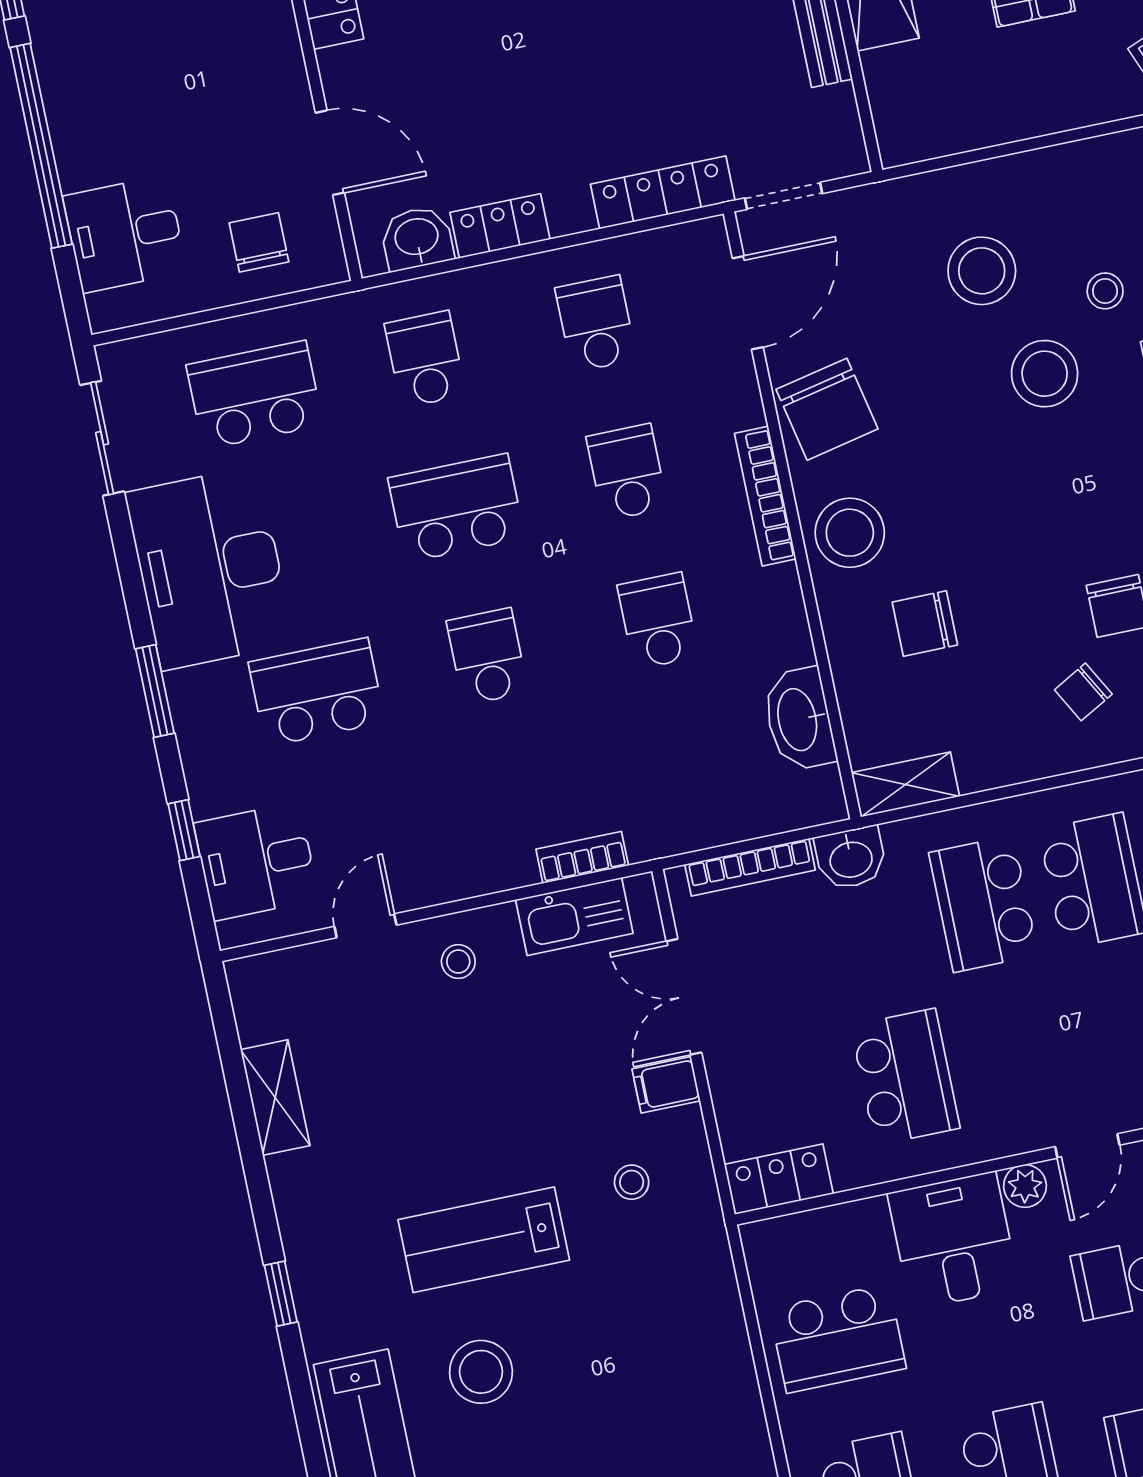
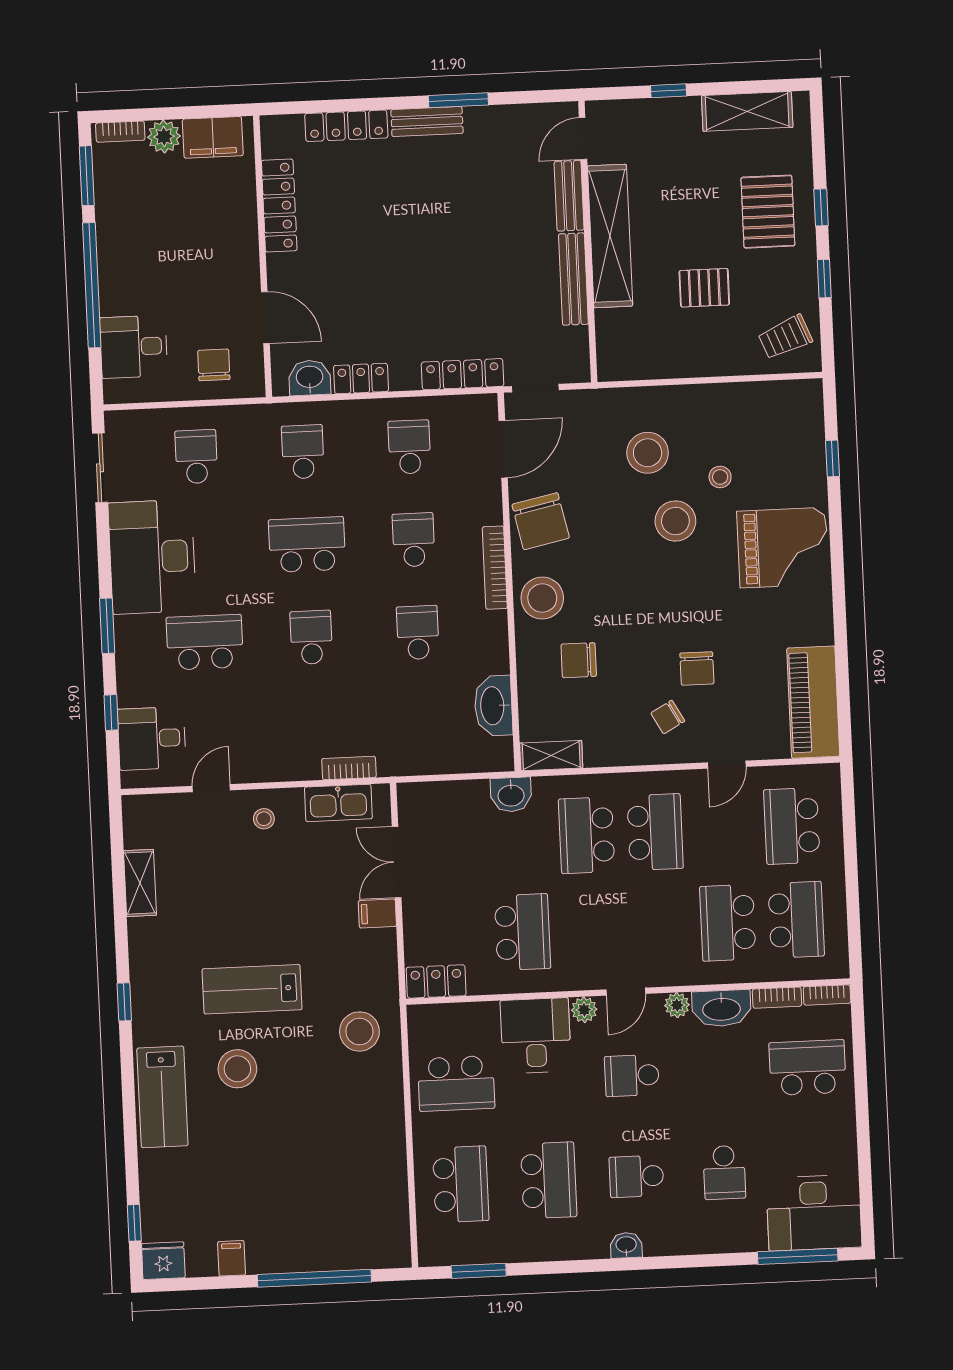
school desk: (255, 395) -> (196, 457), width x0.54
bookcase: (750, 867) -> (449, 790), removed
stool: (632, 1182) -> (359, 1032), moved, width x1.89, depth x1.89

